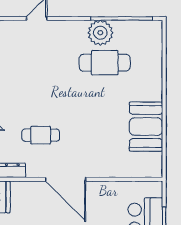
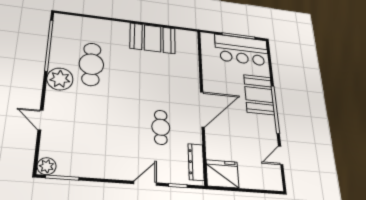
plant: (100, 33) -> (60, 79), moved

